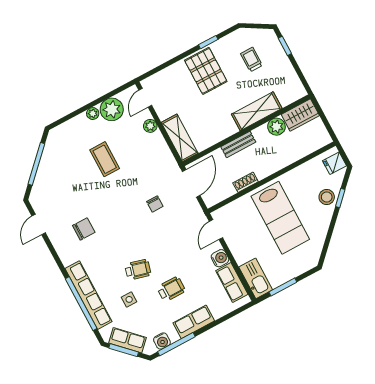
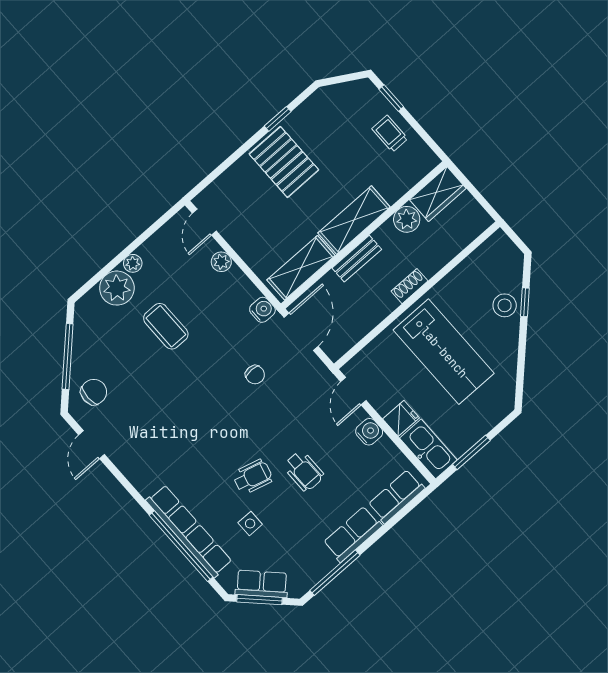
trolley: (251, 59) -> (390, 134), moved
plant: (112, 109) -> (117, 288), moved
shelving: (257, 111) -> (354, 220), moved
shelving: (180, 138) -> (301, 268), moved, turned 90
fridge: (334, 163) -> (401, 418), moved, turned 180
shoe rack: (246, 182) -> (410, 286), moved
chair: (84, 229) -> (94, 392), moved
row of seats: (232, 282) -> (396, 496), moved, turned 90
wheelchair: (171, 289) -> (304, 471), moved, turned 90
water cooler: (162, 341) -> (262, 310), moved, turned -90

